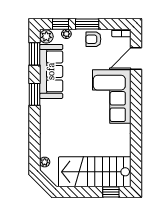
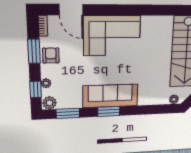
window: (87, 24) -> (34, 51), moved
armchair: (93, 39) -> (51, 56), turned 180
sofa: (51, 71) -> (110, 96), moved

